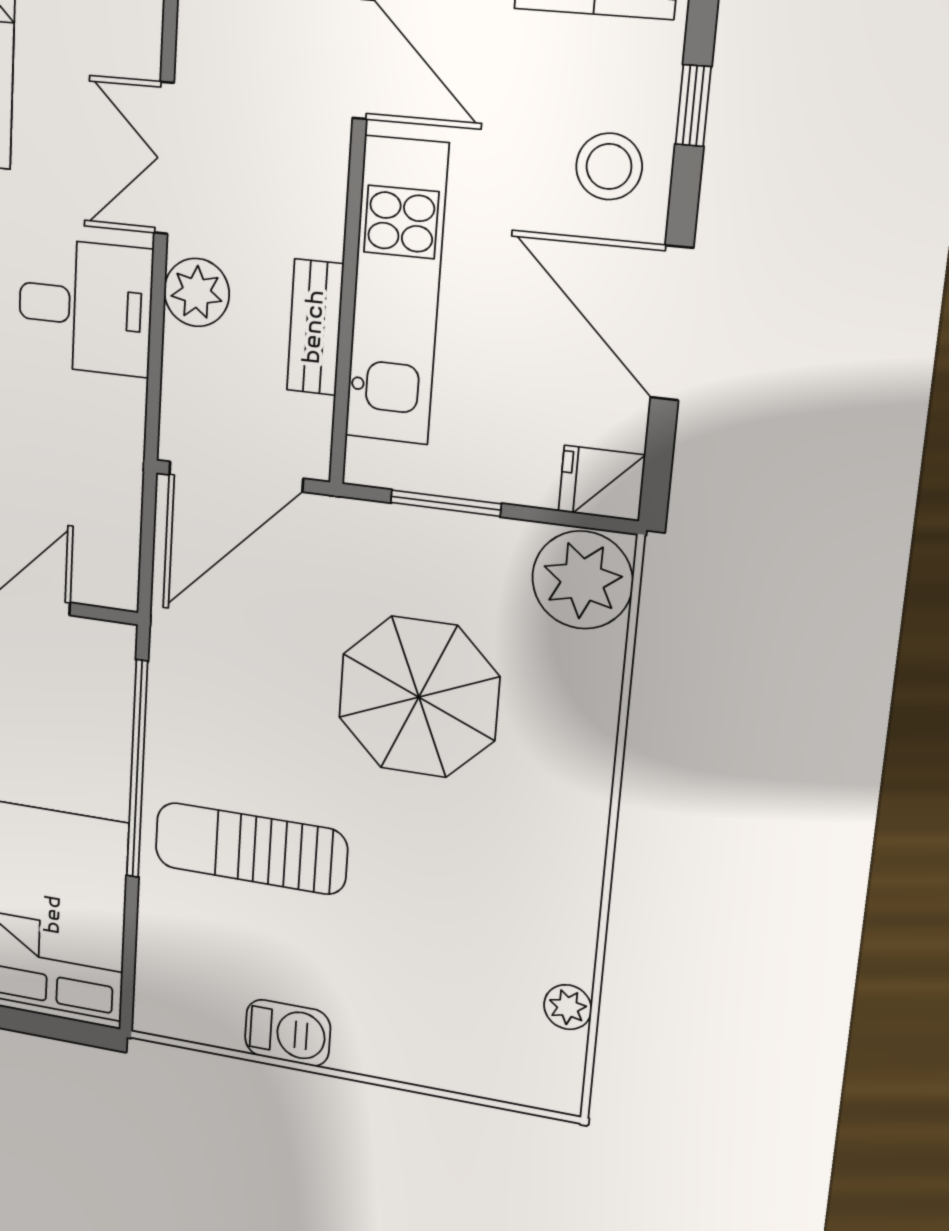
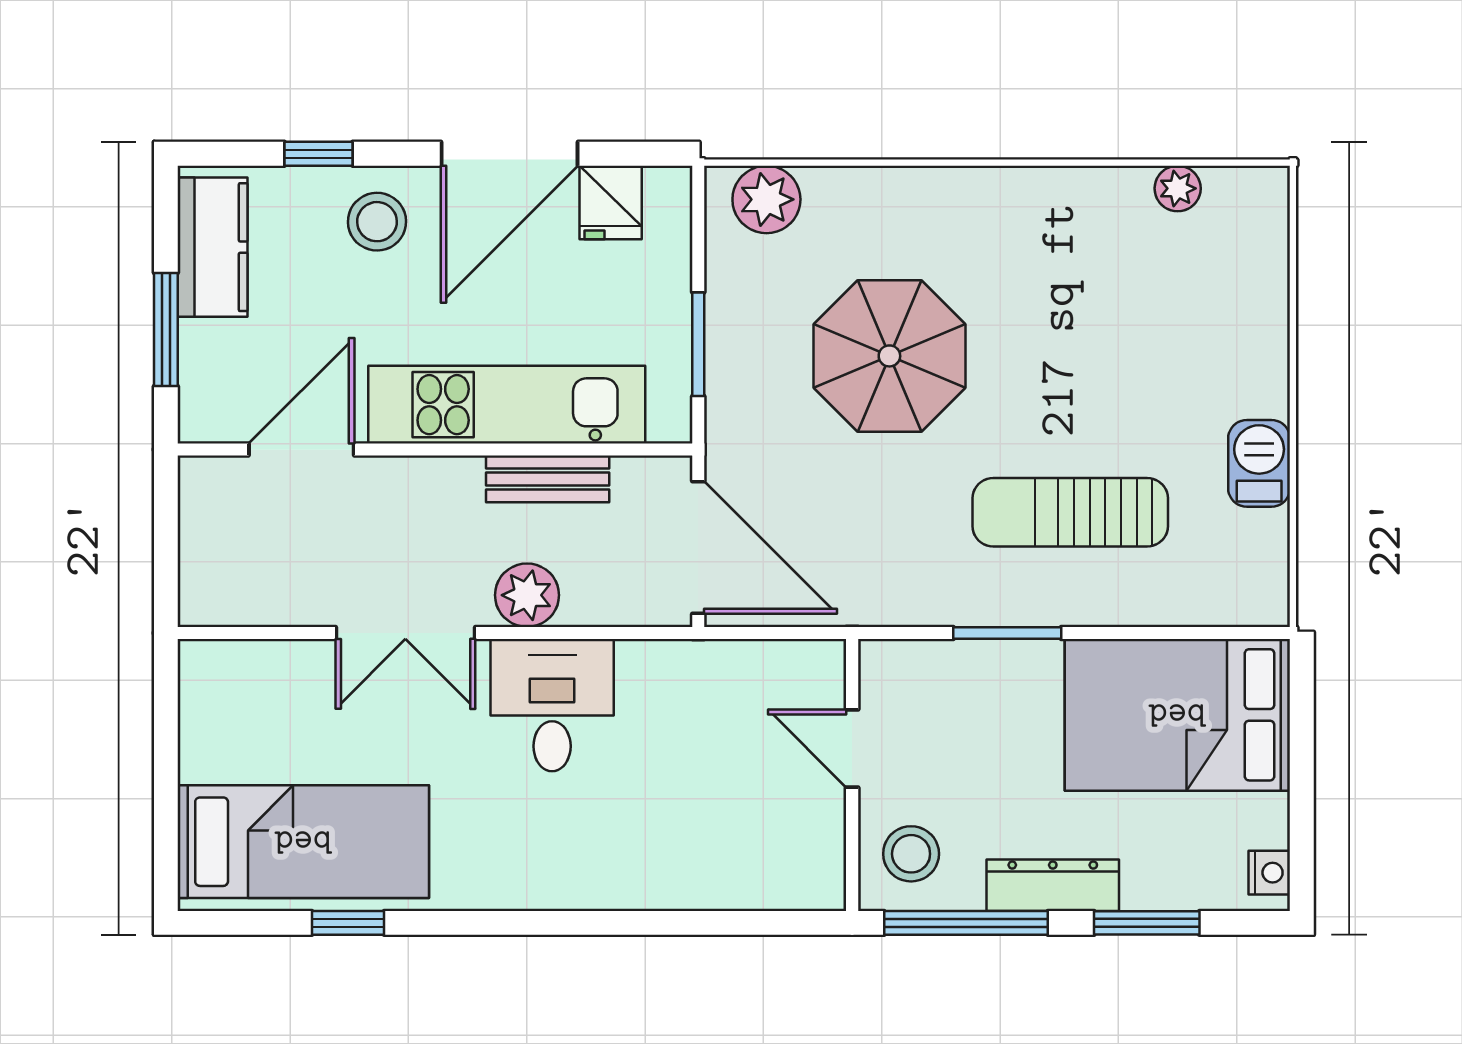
fridge: (602, 483) -> (611, 202), moved
plant: (582, 580) -> (766, 199), width x0.73, depth x0.73
window: (137, 770) -> (1007, 633), width x0.47
sun lounger: (251, 848) -> (1070, 512), turned 90

